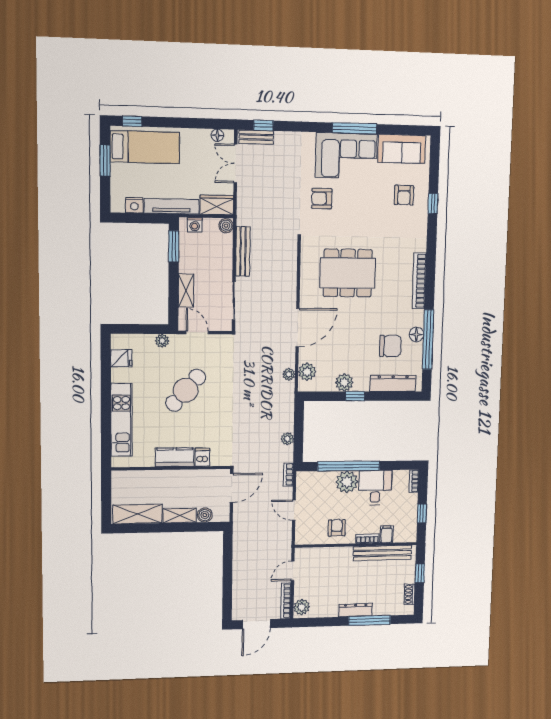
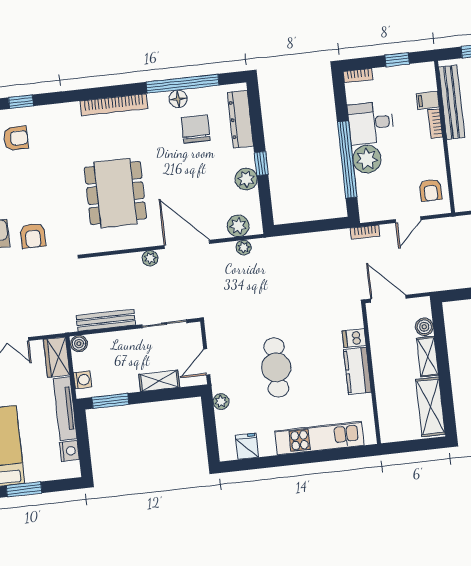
cafe table: (186, 390) -> (276, 367), turned 49
plant: (287, 439) -> (150, 258), moved
armchair: (337, 528) -> (431, 190), moved, turned -90

